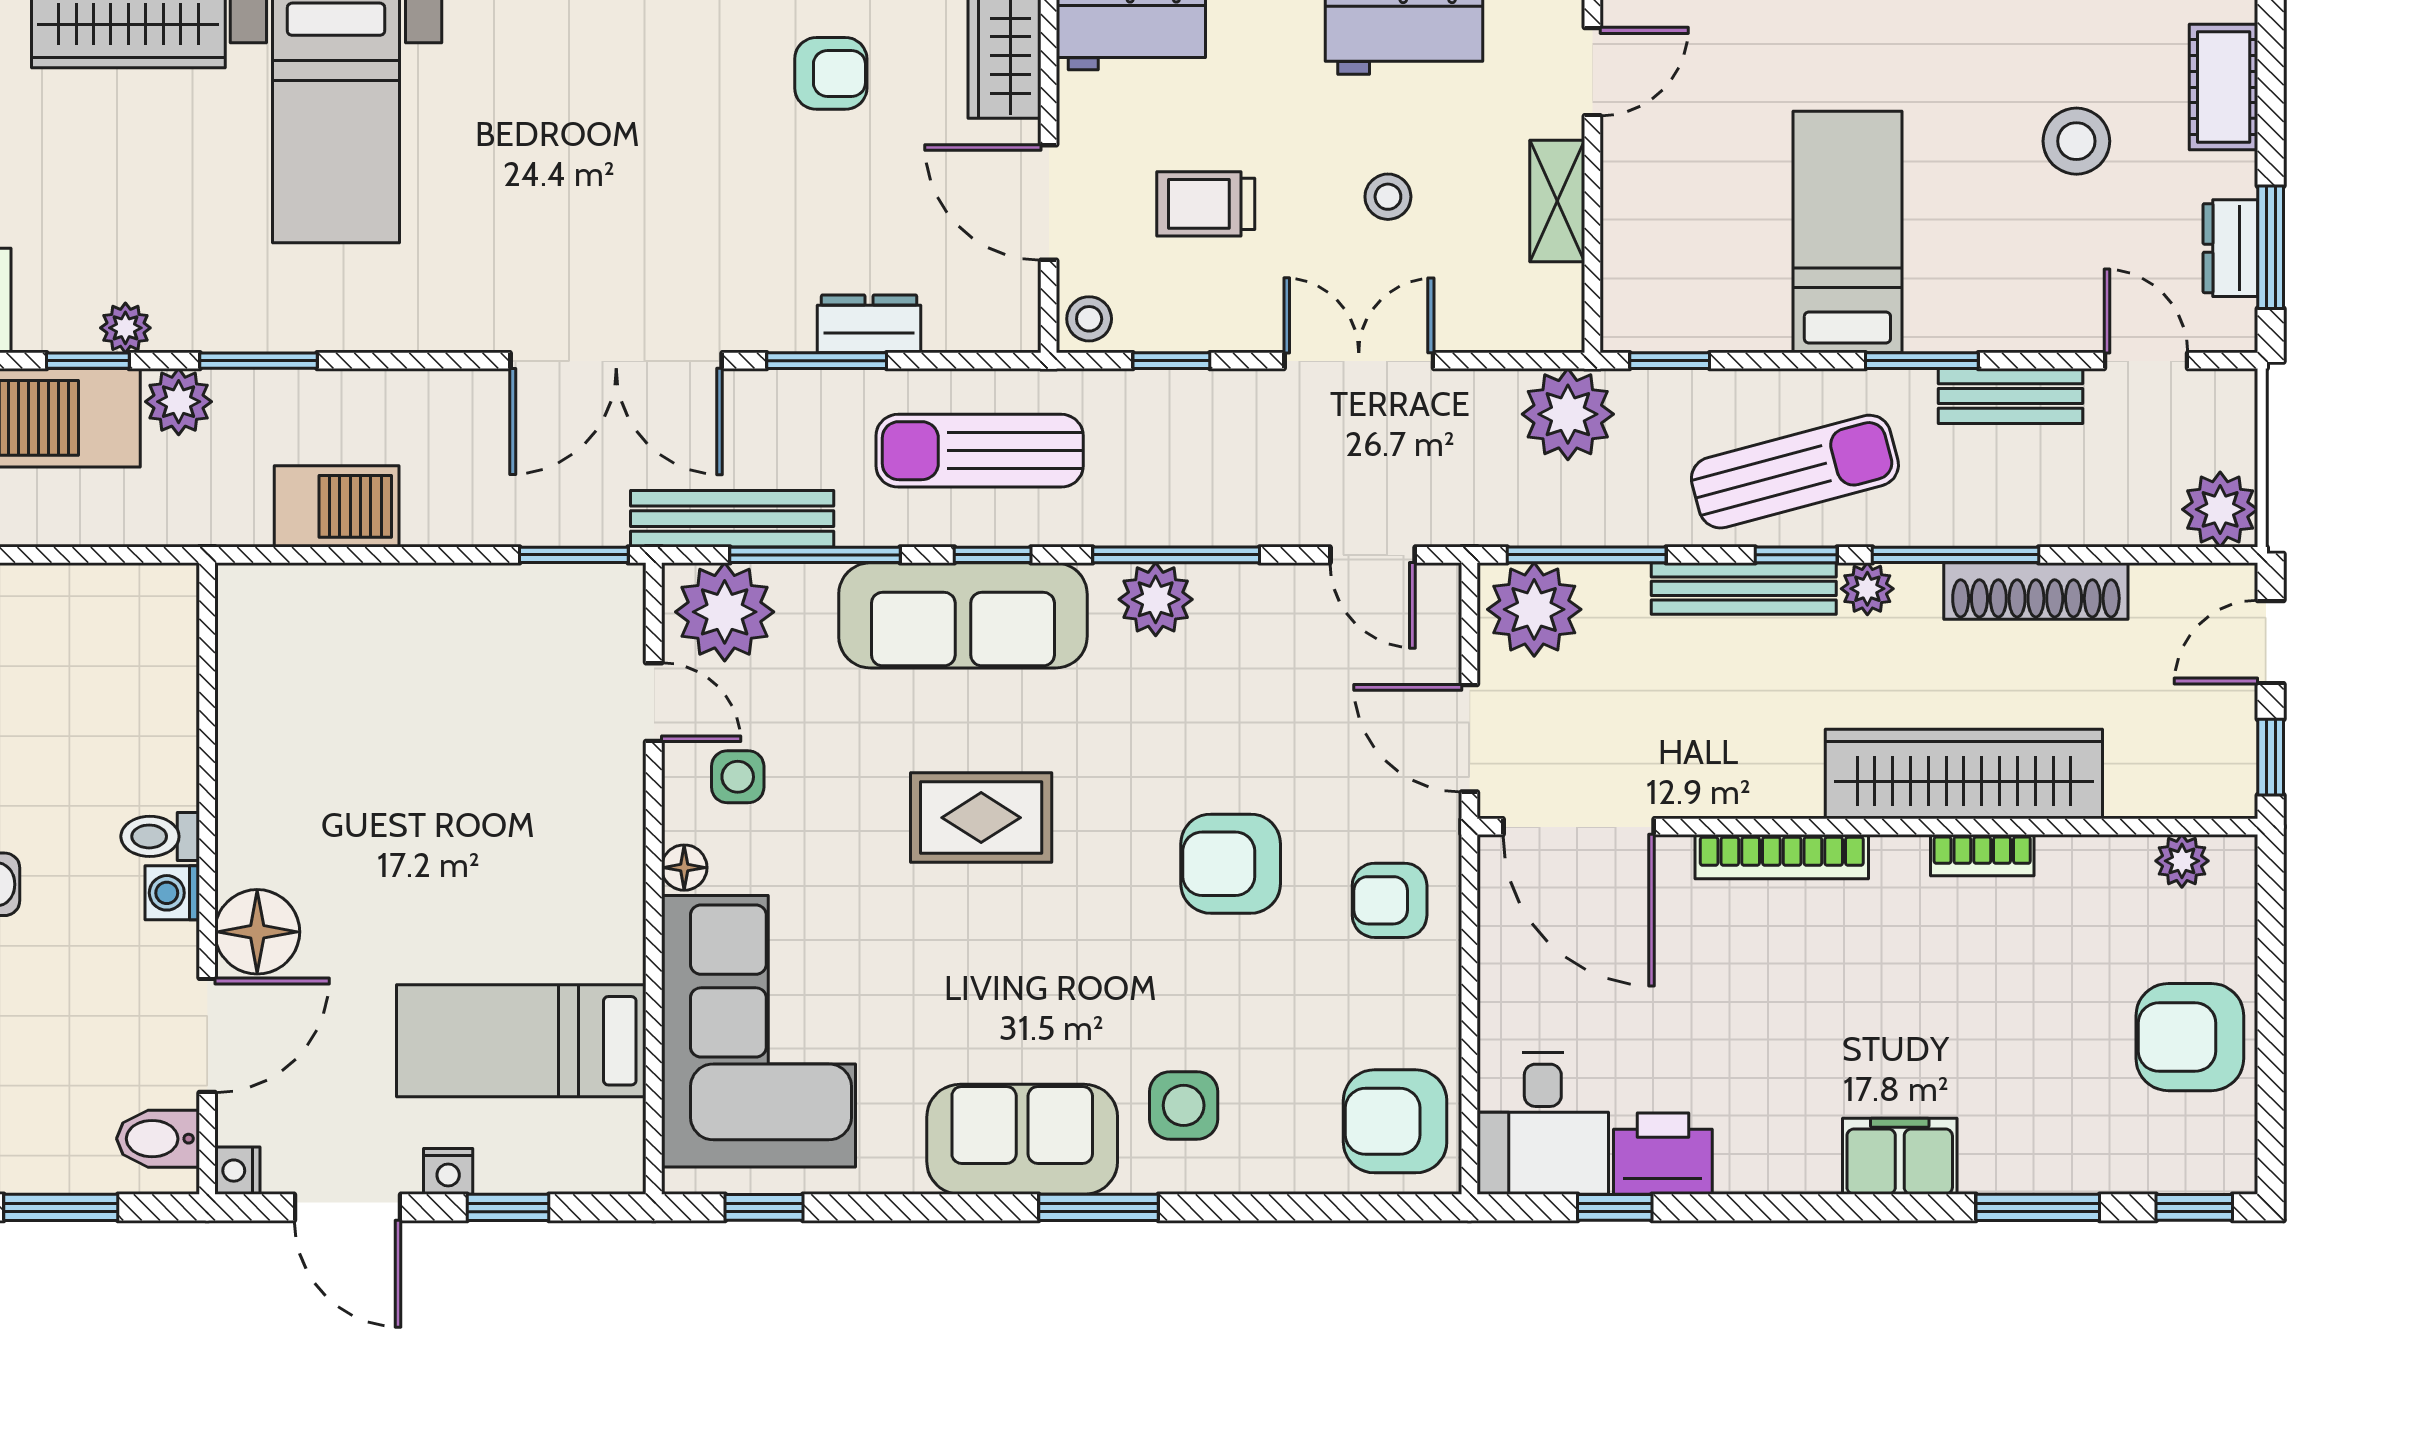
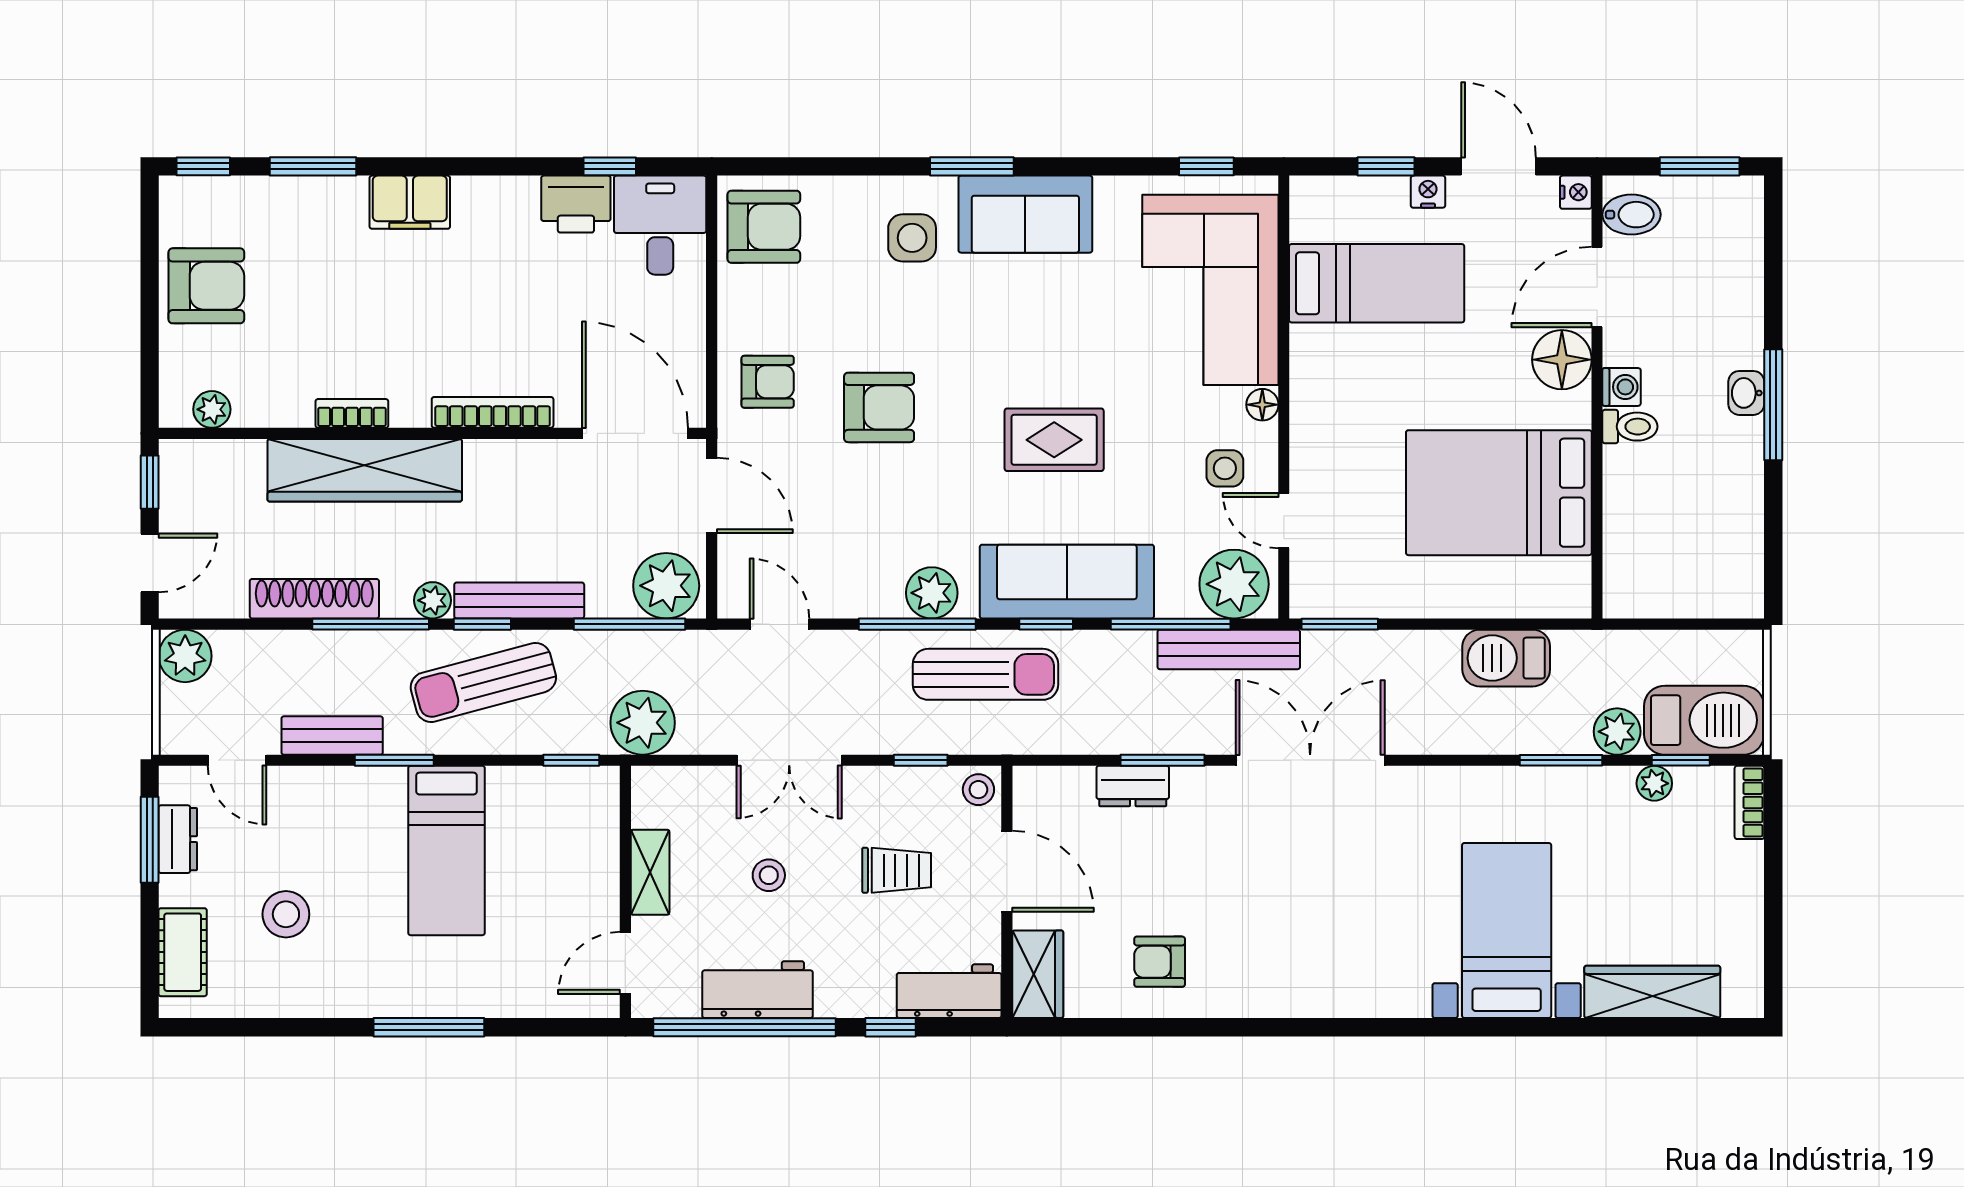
sun lounger: (980, 451) -> (986, 674), moved
bed: (347, 742) -> (1499, 493), added

